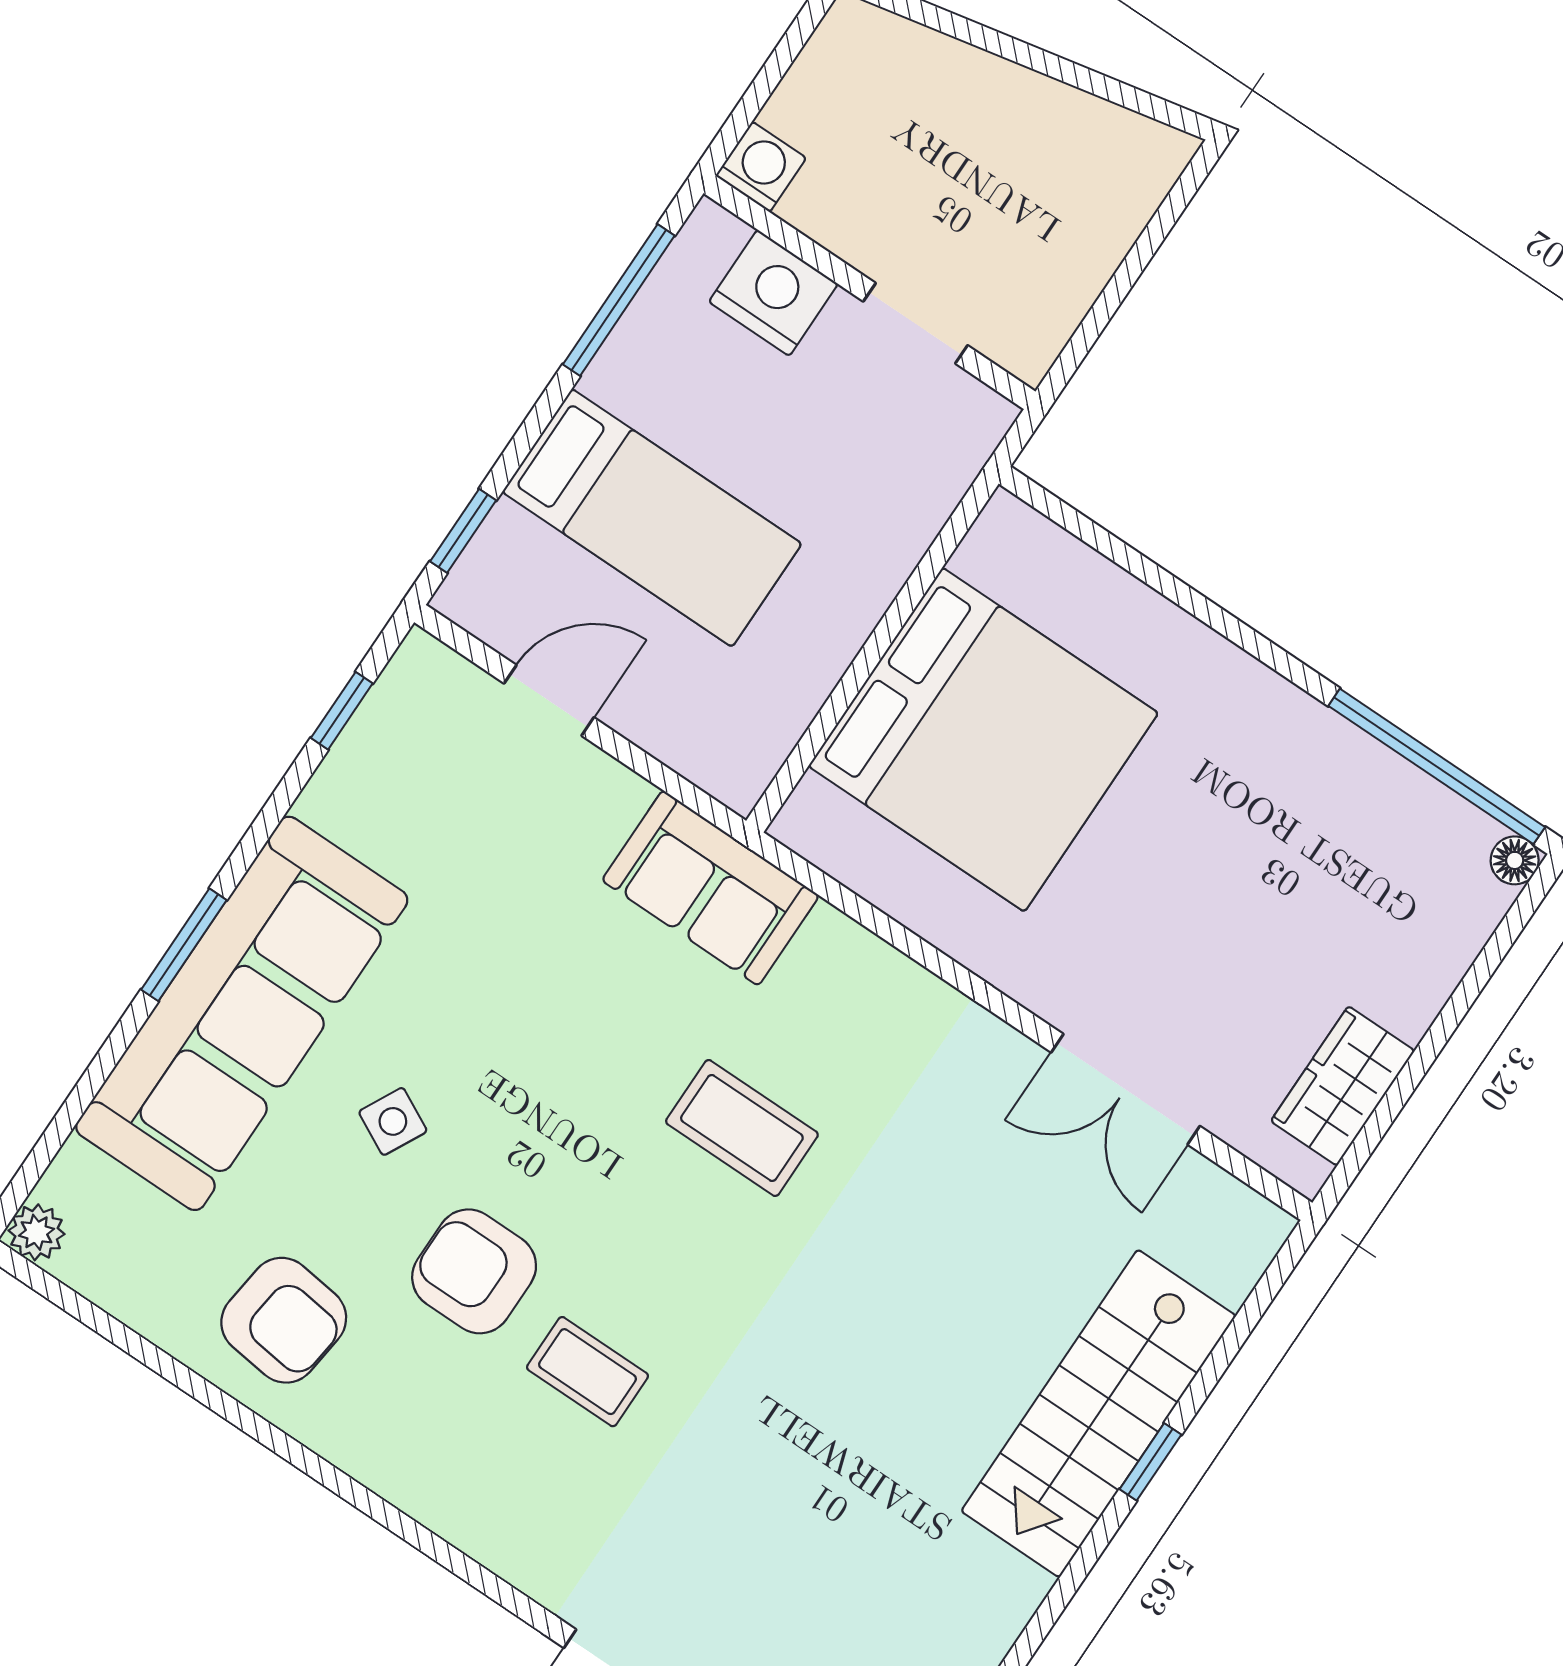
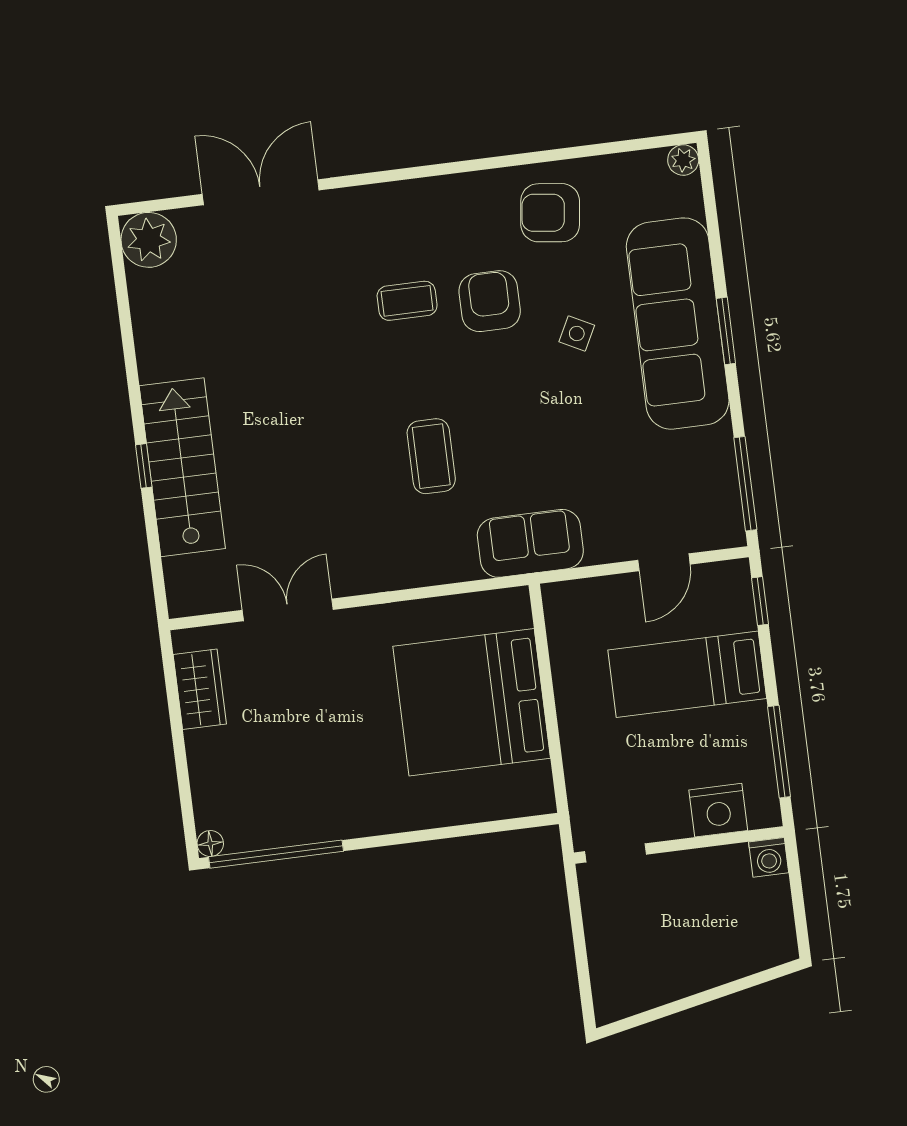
doorway: (915, 323) -> (616, 853), moved
window: (342, 711) -> (745, 484), width x2.17
coffee table: (742, 1128) -> (431, 456), turned 90
armchair: (474, 1271) -> (490, 301), turned -90

